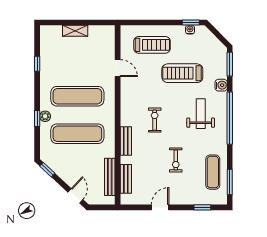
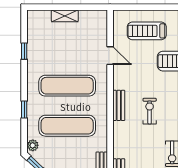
treadmill: (152, 45) -> (147, 31), turned 180
plant: (45, 116) -> (33, 145), moved
bench: (126, 141) -> (119, 105), moved

